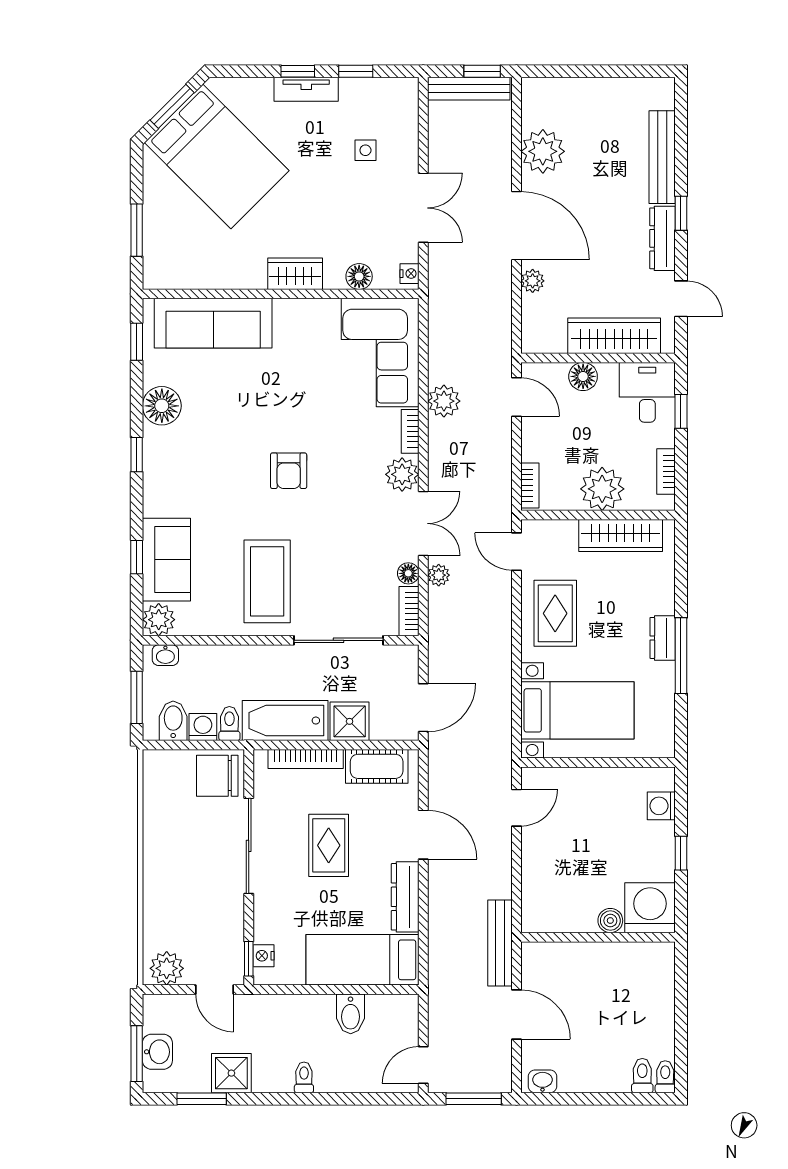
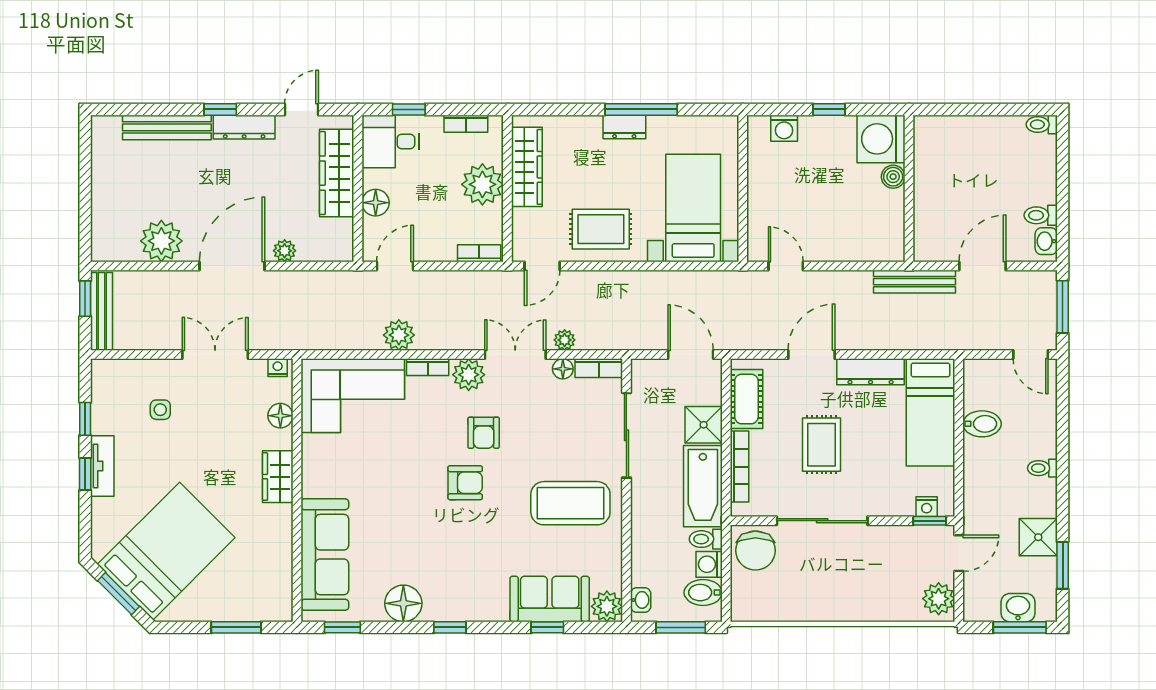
armchair: (341, 490) -> (484, 433), added
rug: (329, 845) -> (822, 445), turned 90
toilet: (642, 1076) -> (1041, 215), moved

